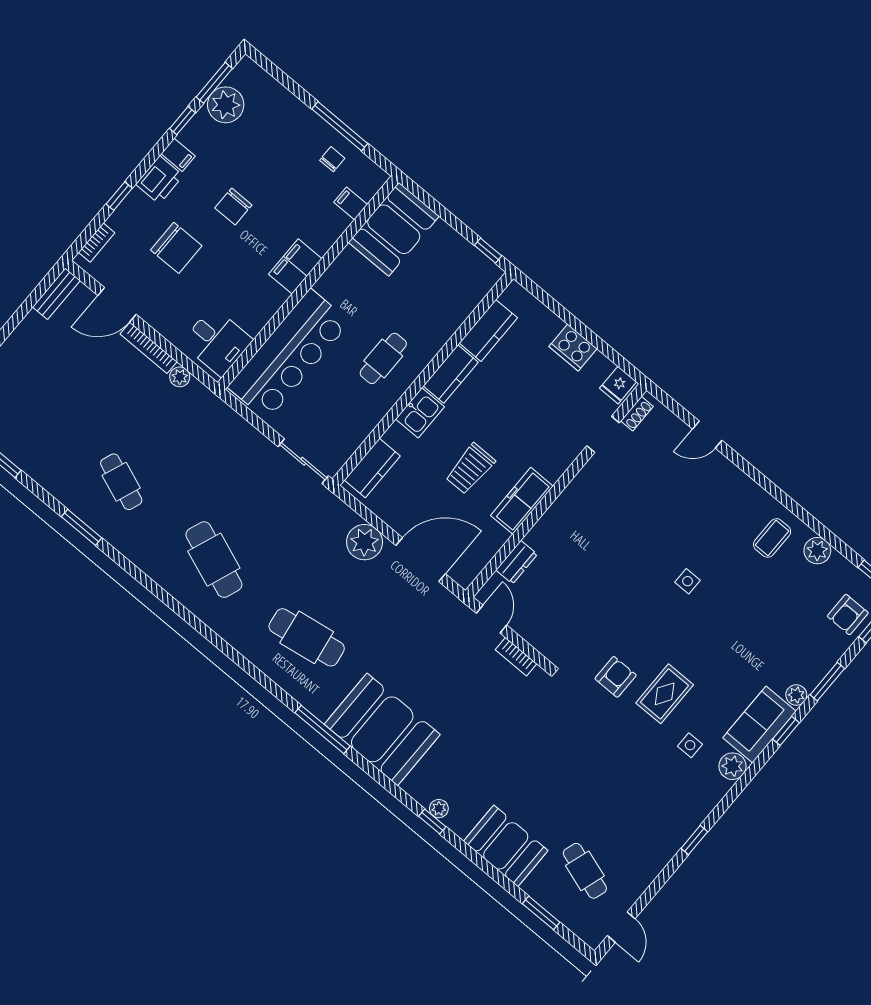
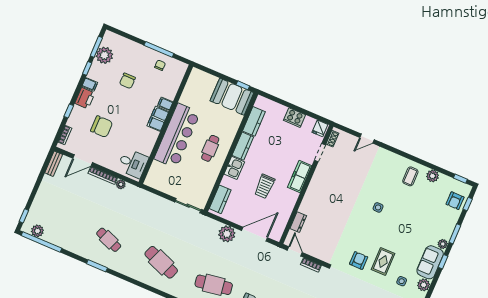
filing cabinet: (351, 203) -> (165, 104), moved
chair: (233, 207) -> (127, 81), moved
booth: (394, 229) -> (232, 97), moved, turned 90
bar counter: (289, 354) -> (177, 136), moved
freezer: (522, 501) -> (300, 176), moved

